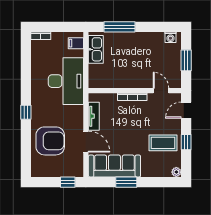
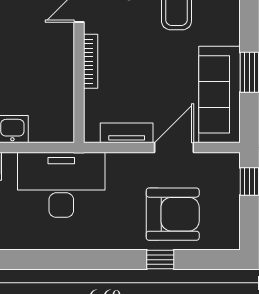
window: (26, 112) -> (160, 260), moved
armchair: (50, 141) -> (173, 214), turned 90

